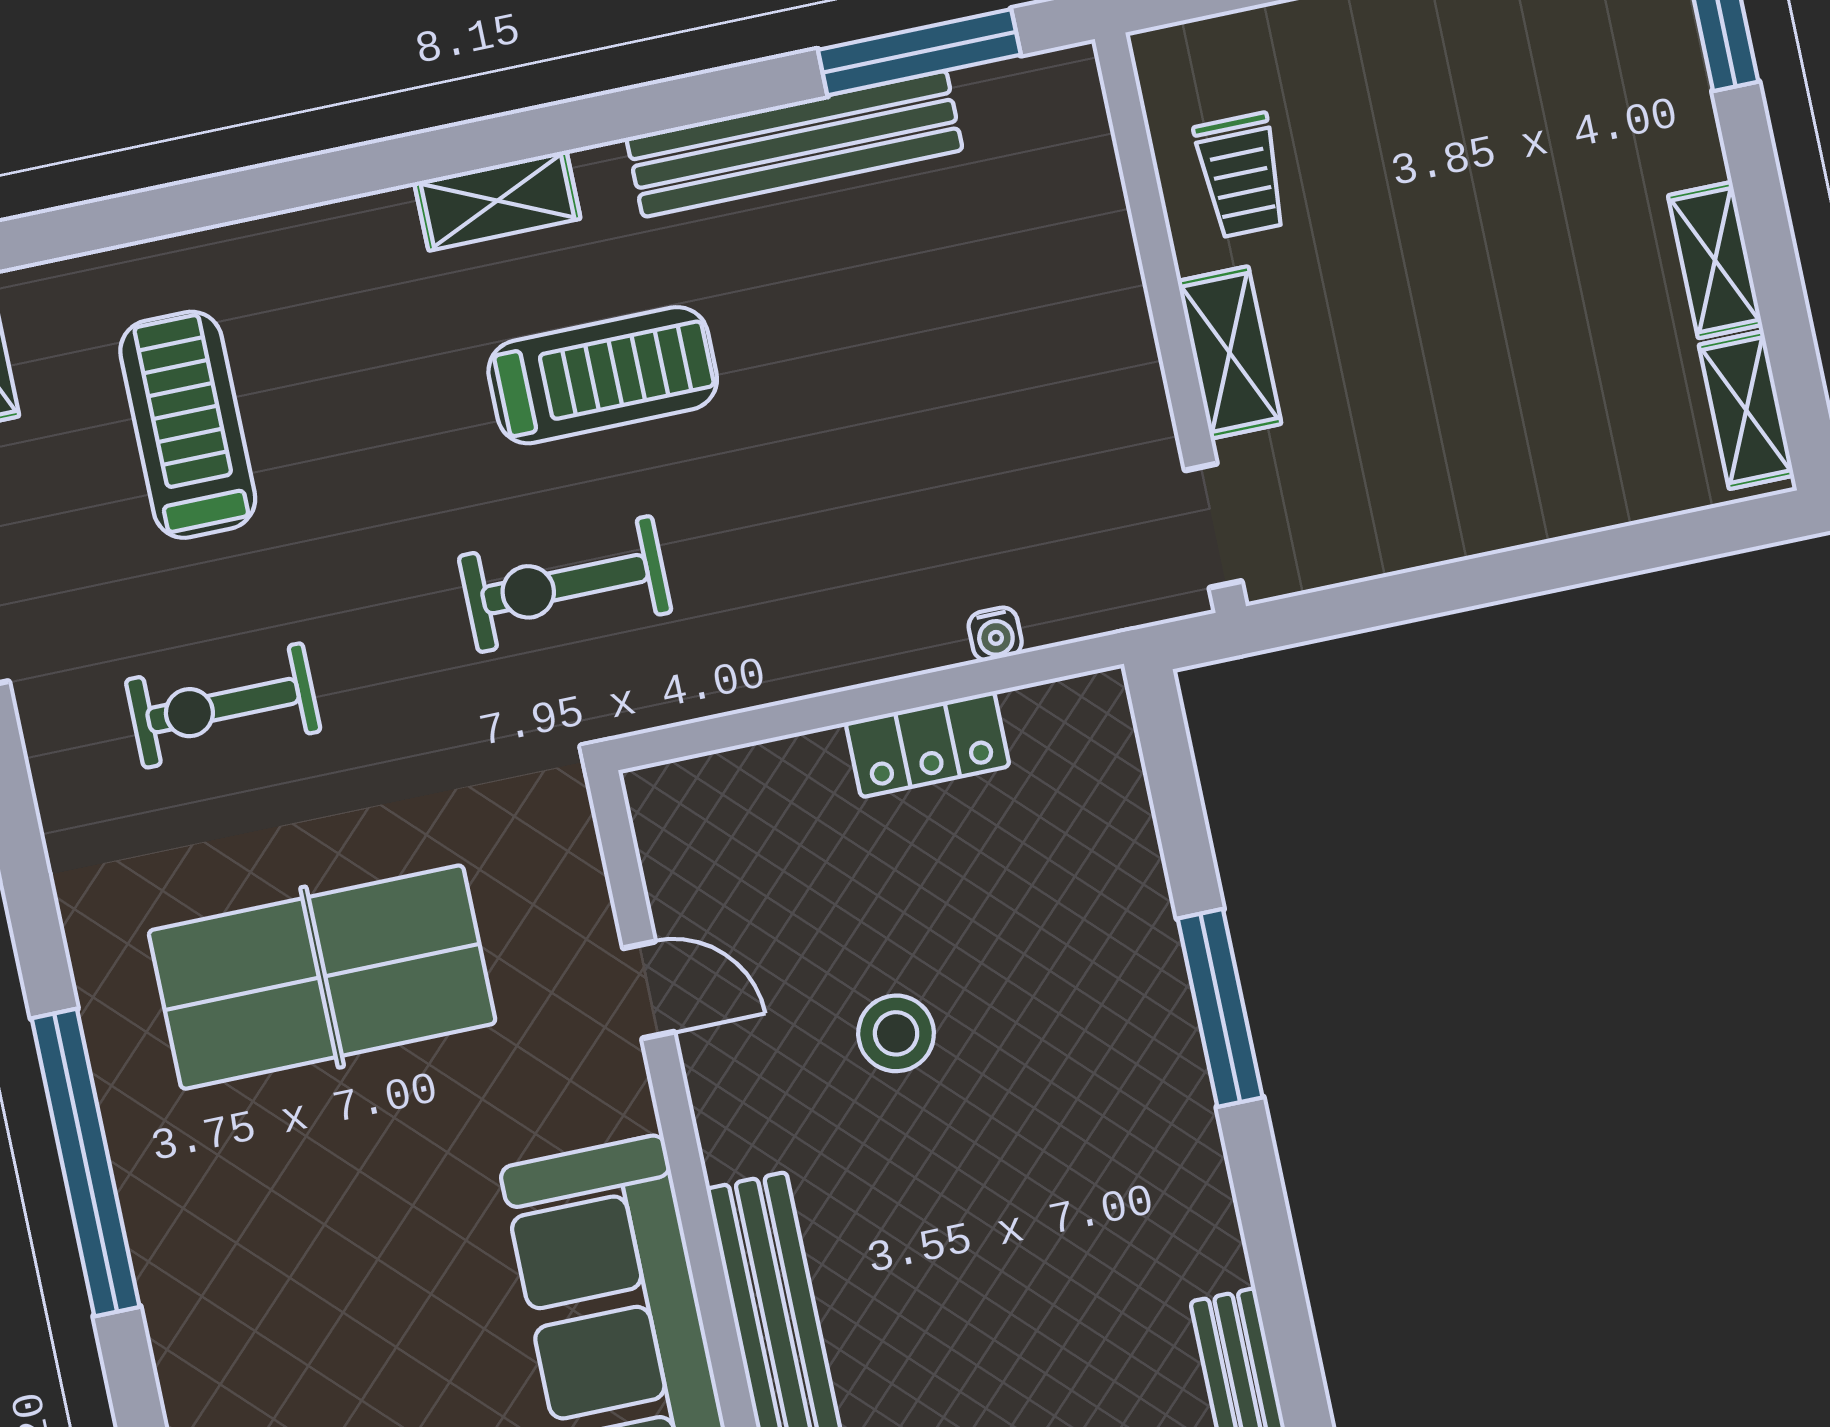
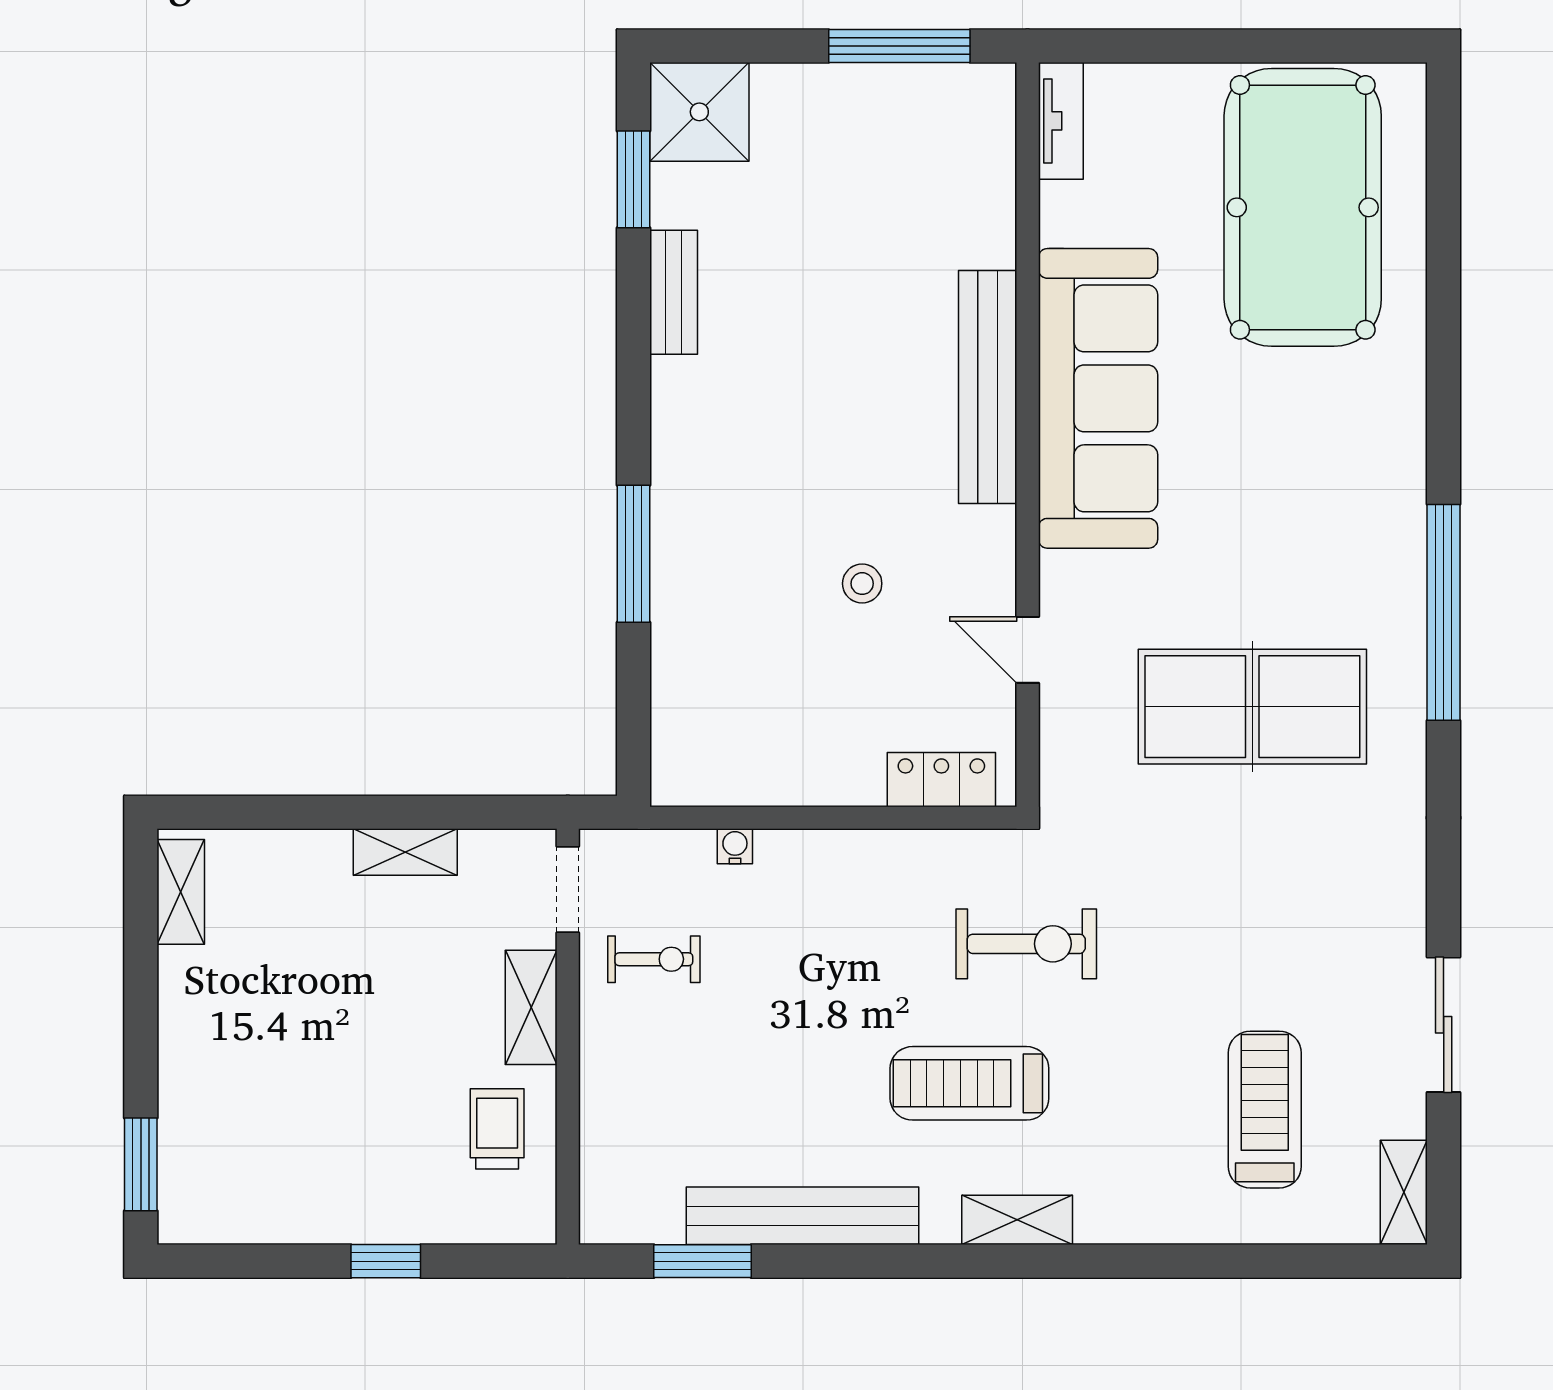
window: (919, 52) -> (702, 1261), width x0.69
shelving: (1715, 260) -> (405, 852), moved, turned 90
treadmill: (188, 425) -> (1265, 1110), turned 180
exercise bike: (223, 706) -> (654, 959), moved, width x0.73, depth x0.72
locker: (928, 744) -> (941, 780), moved
stool: (896, 1033) -> (862, 584), width x0.73, depth x0.73

